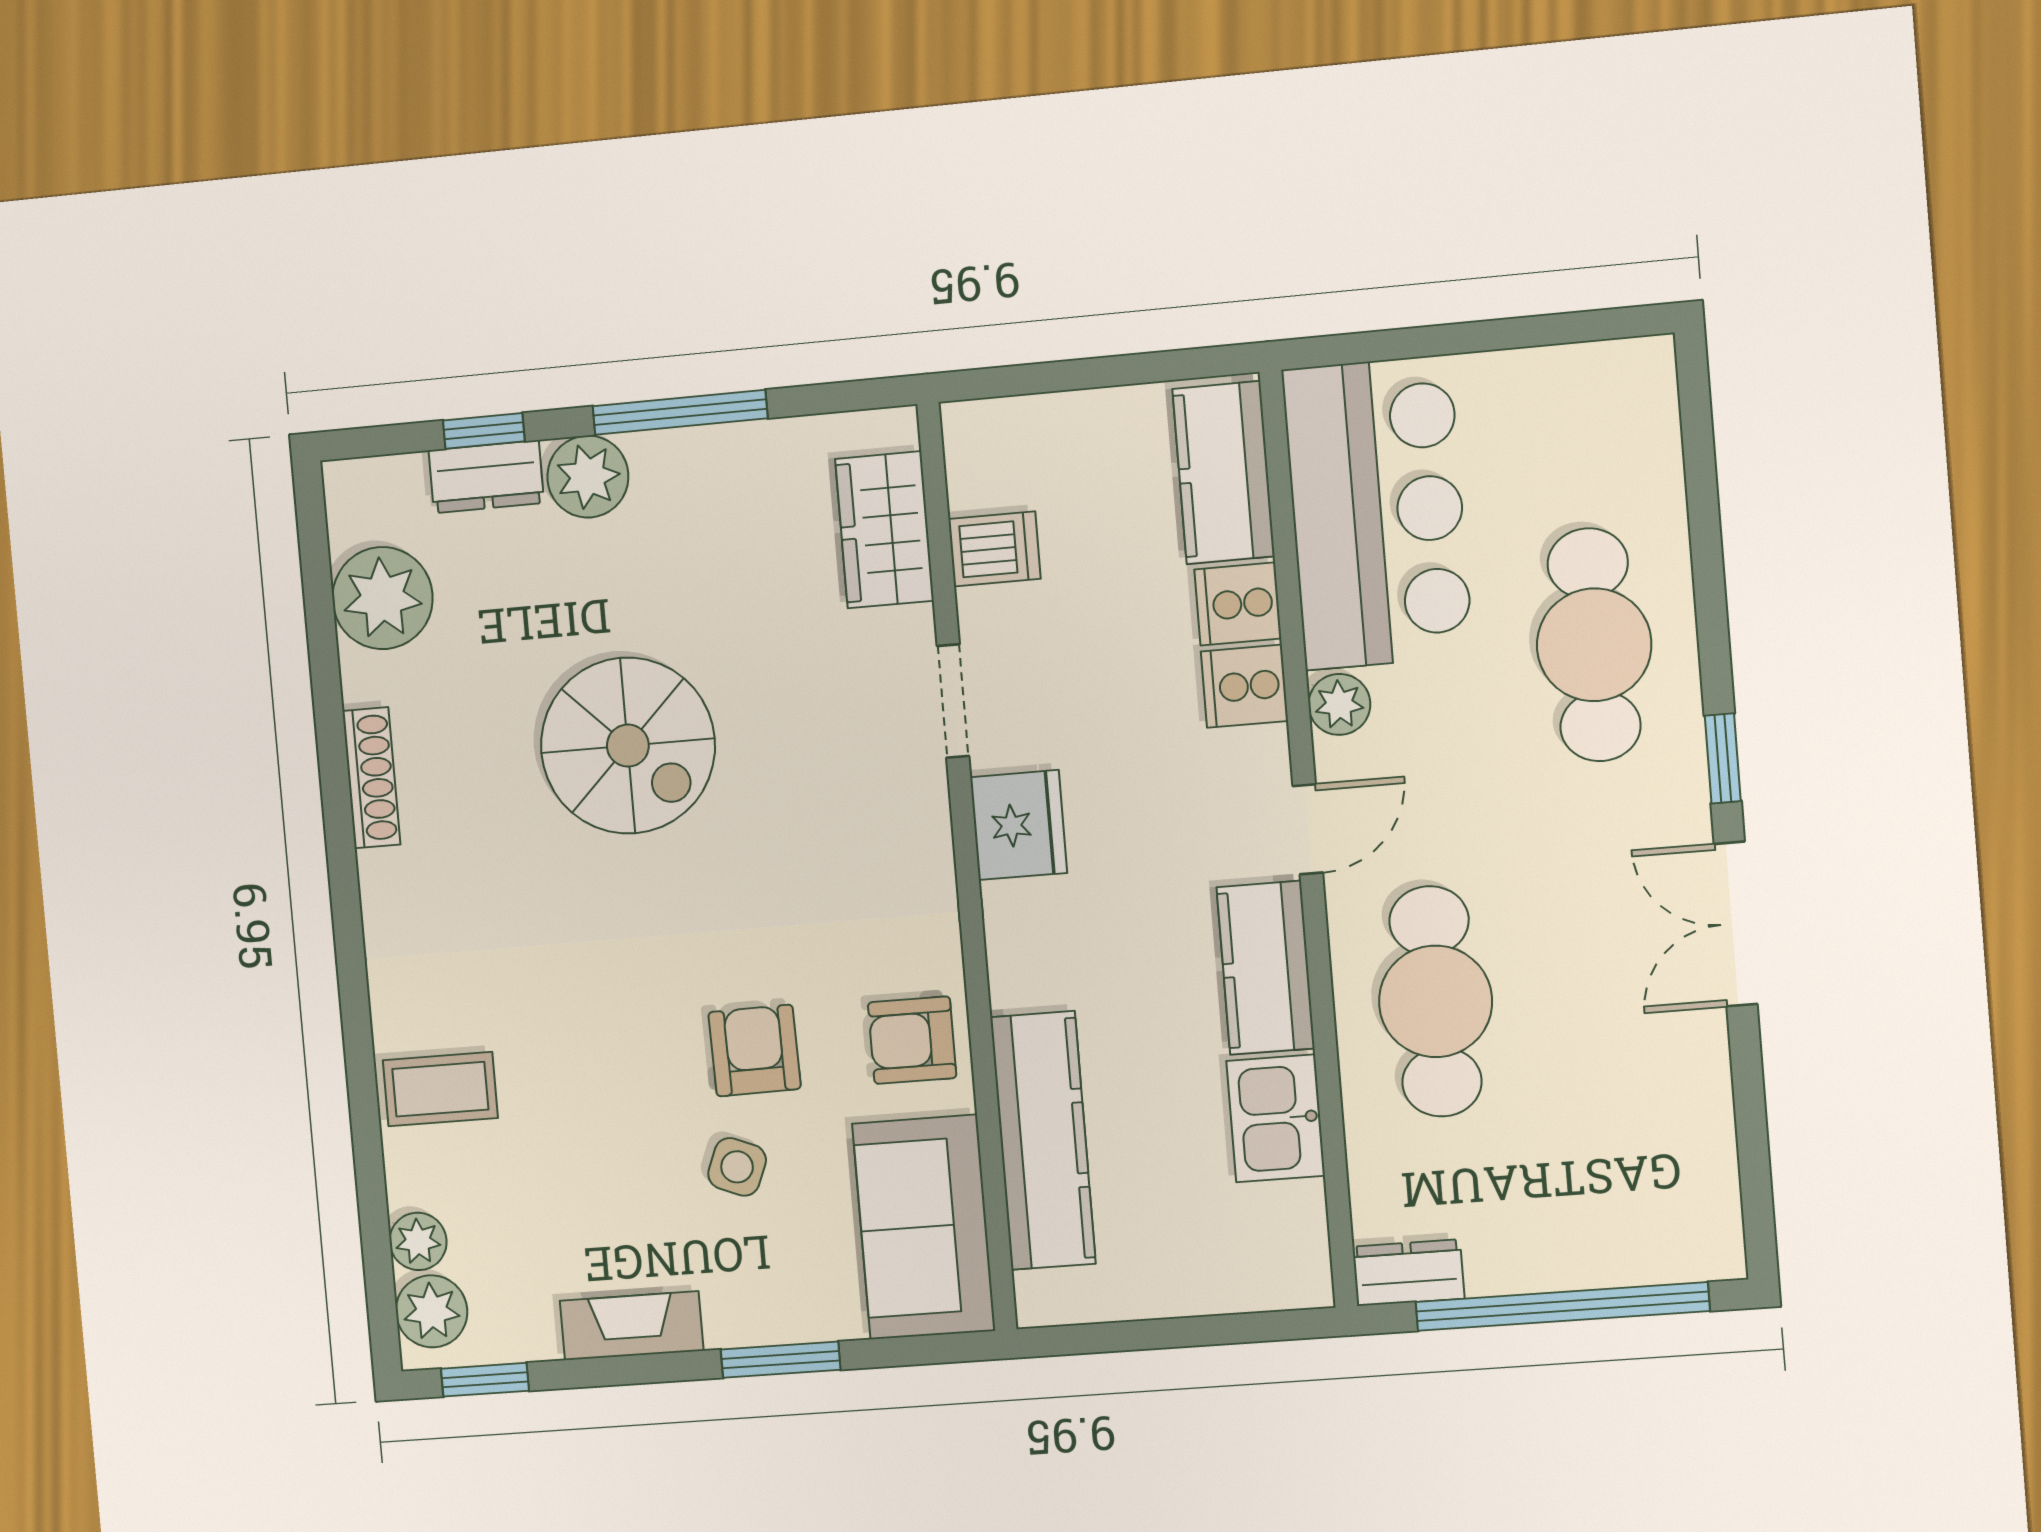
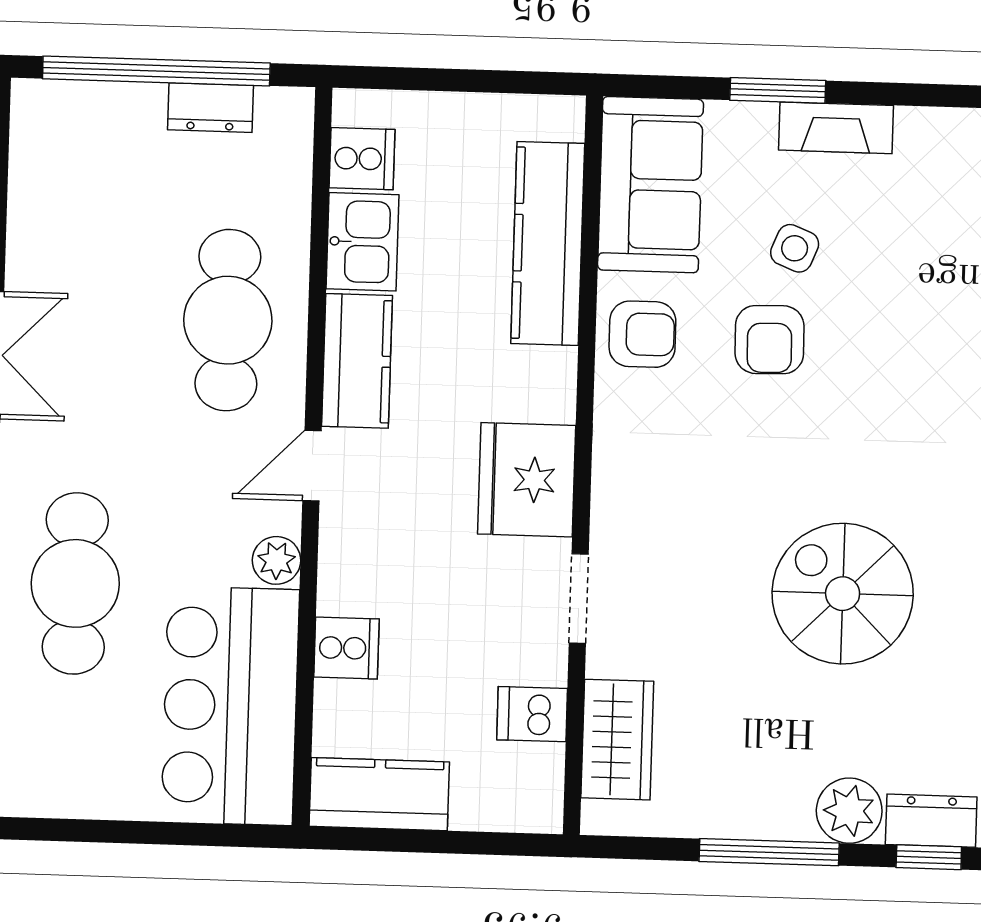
kitchen counter: (1224, 473) -> (379, 794), moved, turned -90
cooker: (1244, 686) -> (362, 159), moved
fridge: (1019, 825) -> (527, 480), width x1.36, depth x1.34
dresser: (1408, 1273) -> (210, 108), moved
fireplace: (632, 1326) -> (836, 128), moved

